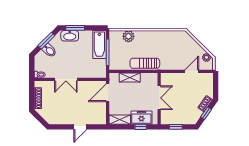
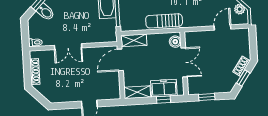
shelving: (130, 78) -> (134, 40), moved
boiler: (153, 81) -> (175, 42), added

